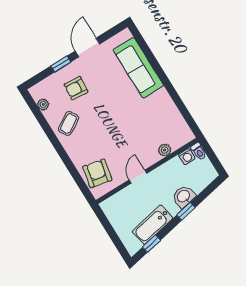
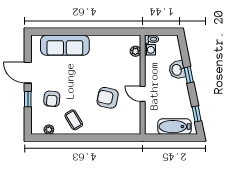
plant: (165, 150) -> (135, 51), moved
armchair: (97, 173) -> (108, 98), moved
bathtub: (153, 225) -> (174, 127), moved, turned 101

